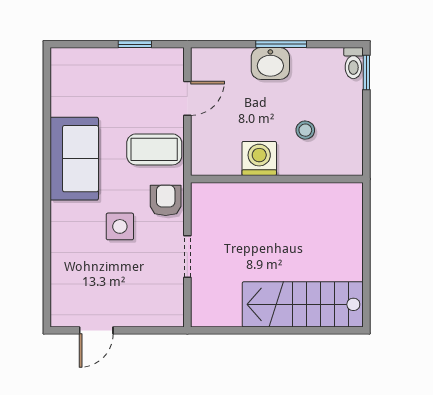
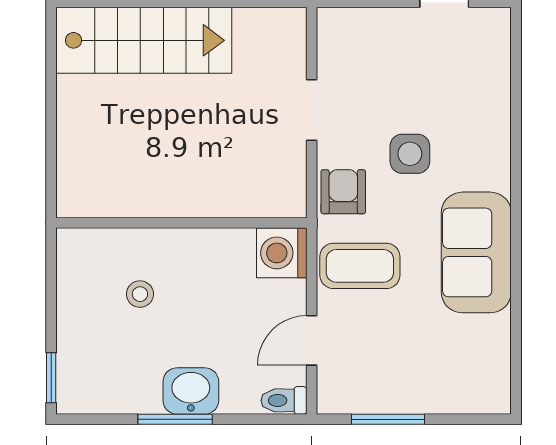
window: (135, 44) -> (388, 419), width x1.50
toilet: (353, 63) -> (284, 400), moved, turned -90
washing machine: (259, 159) -> (282, 253), moved, turned 90
armchair: (166, 200) -> (343, 192), turned 180

